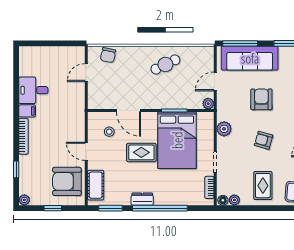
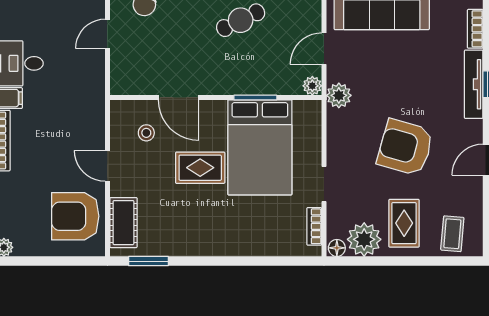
armchair: (261, 99) -> (402, 79), removed
plant: (224, 129) -> (339, 95), moved
armchair: (264, 140) -> (405, 147), width x1.88, depth x1.88
dresser: (142, 199) -> (202, 246), removed
plant: (234, 200) -> (364, 239), width x1.87, depth x1.87
window: (53, 208) -> (52, 261), removed
window: (160, 208) -> (231, 261), removed

